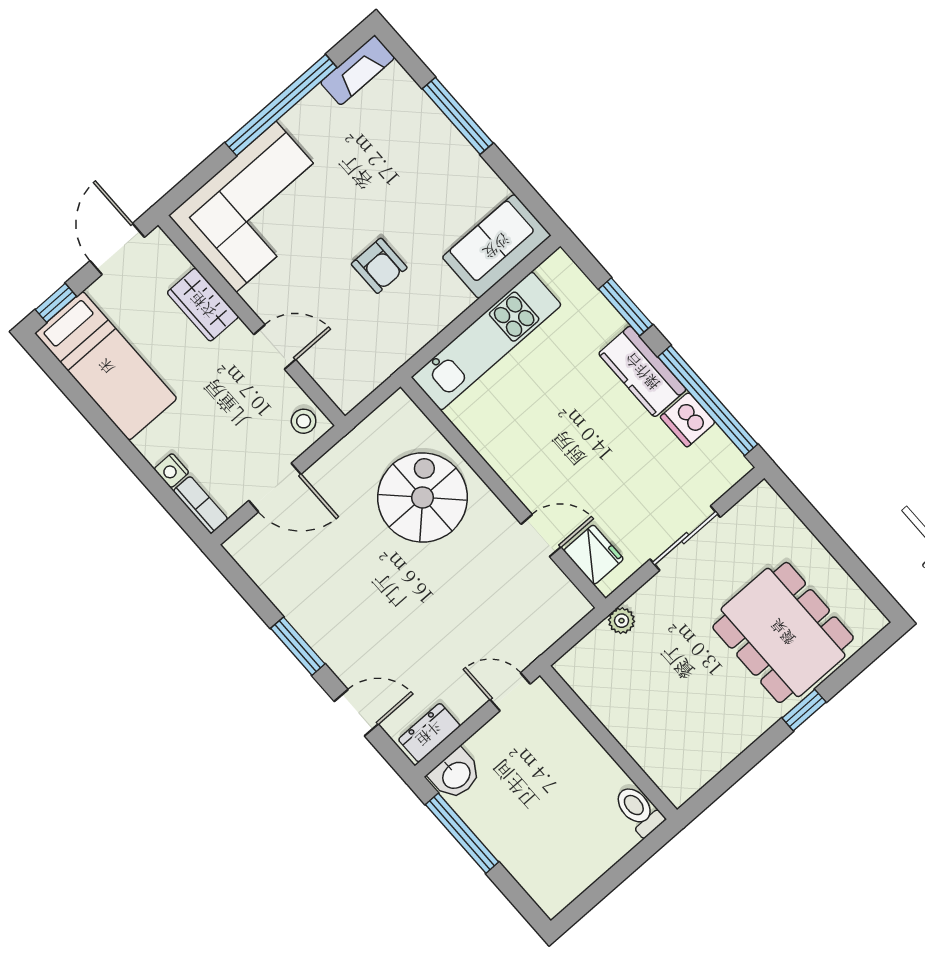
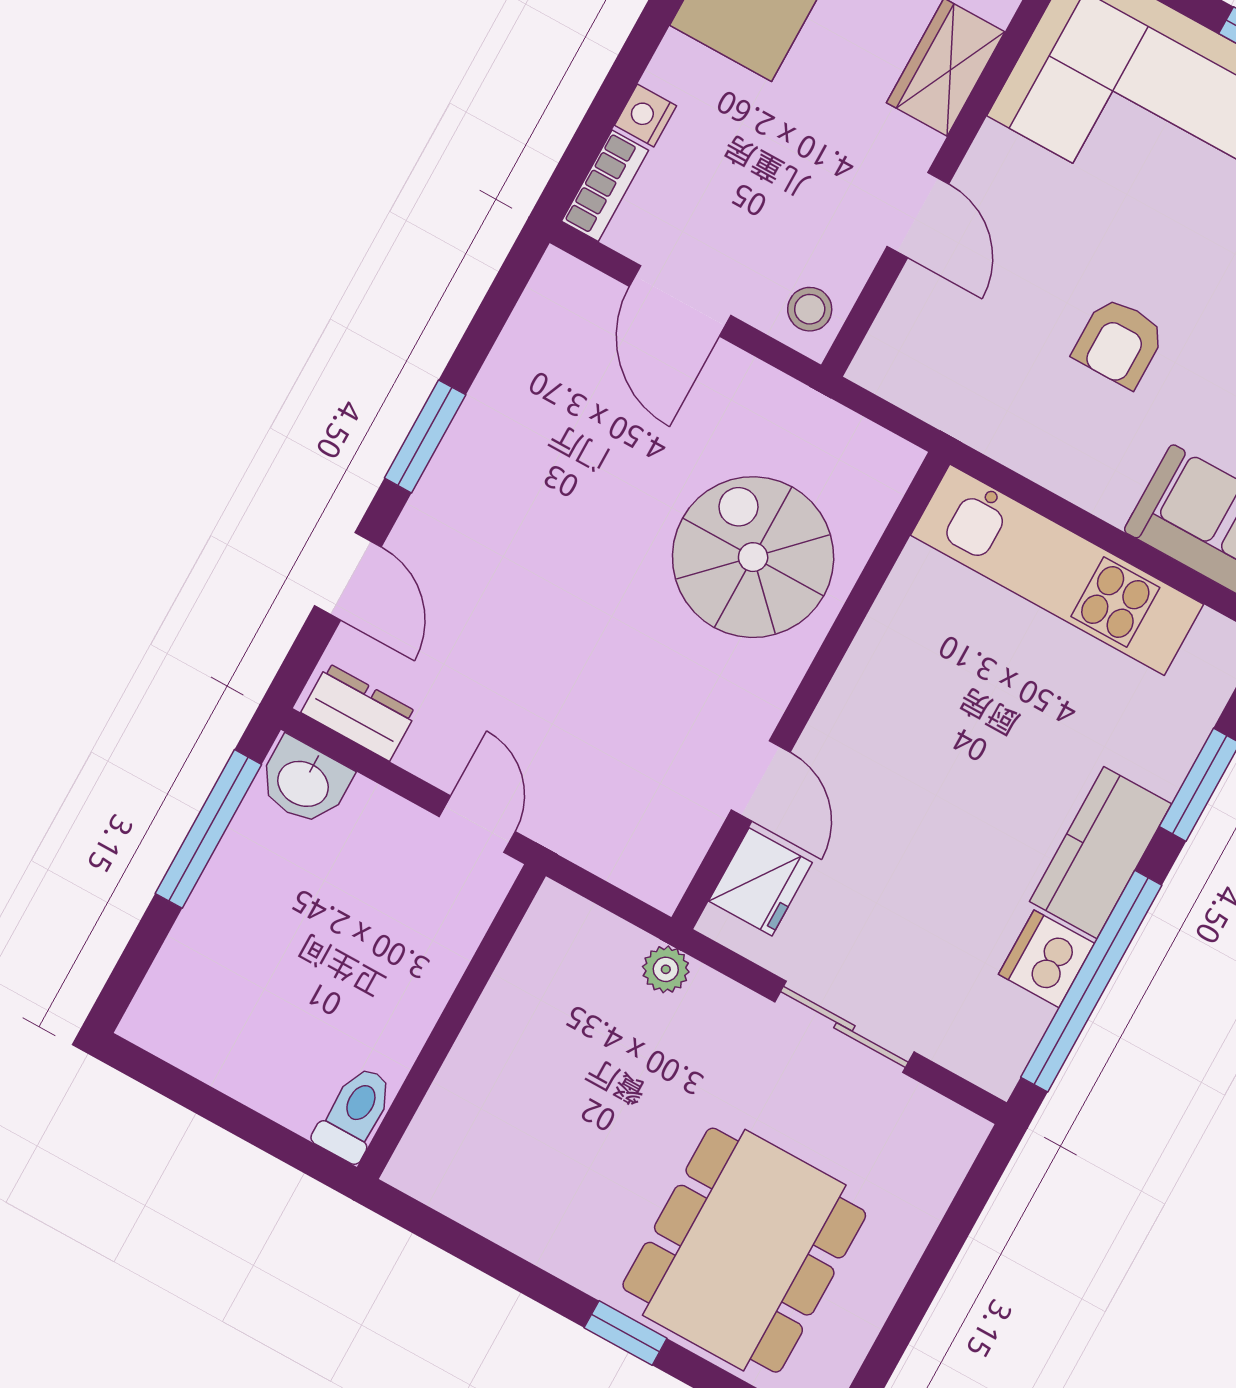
spiral stairs: (423, 497) -> (753, 557), turned -90

